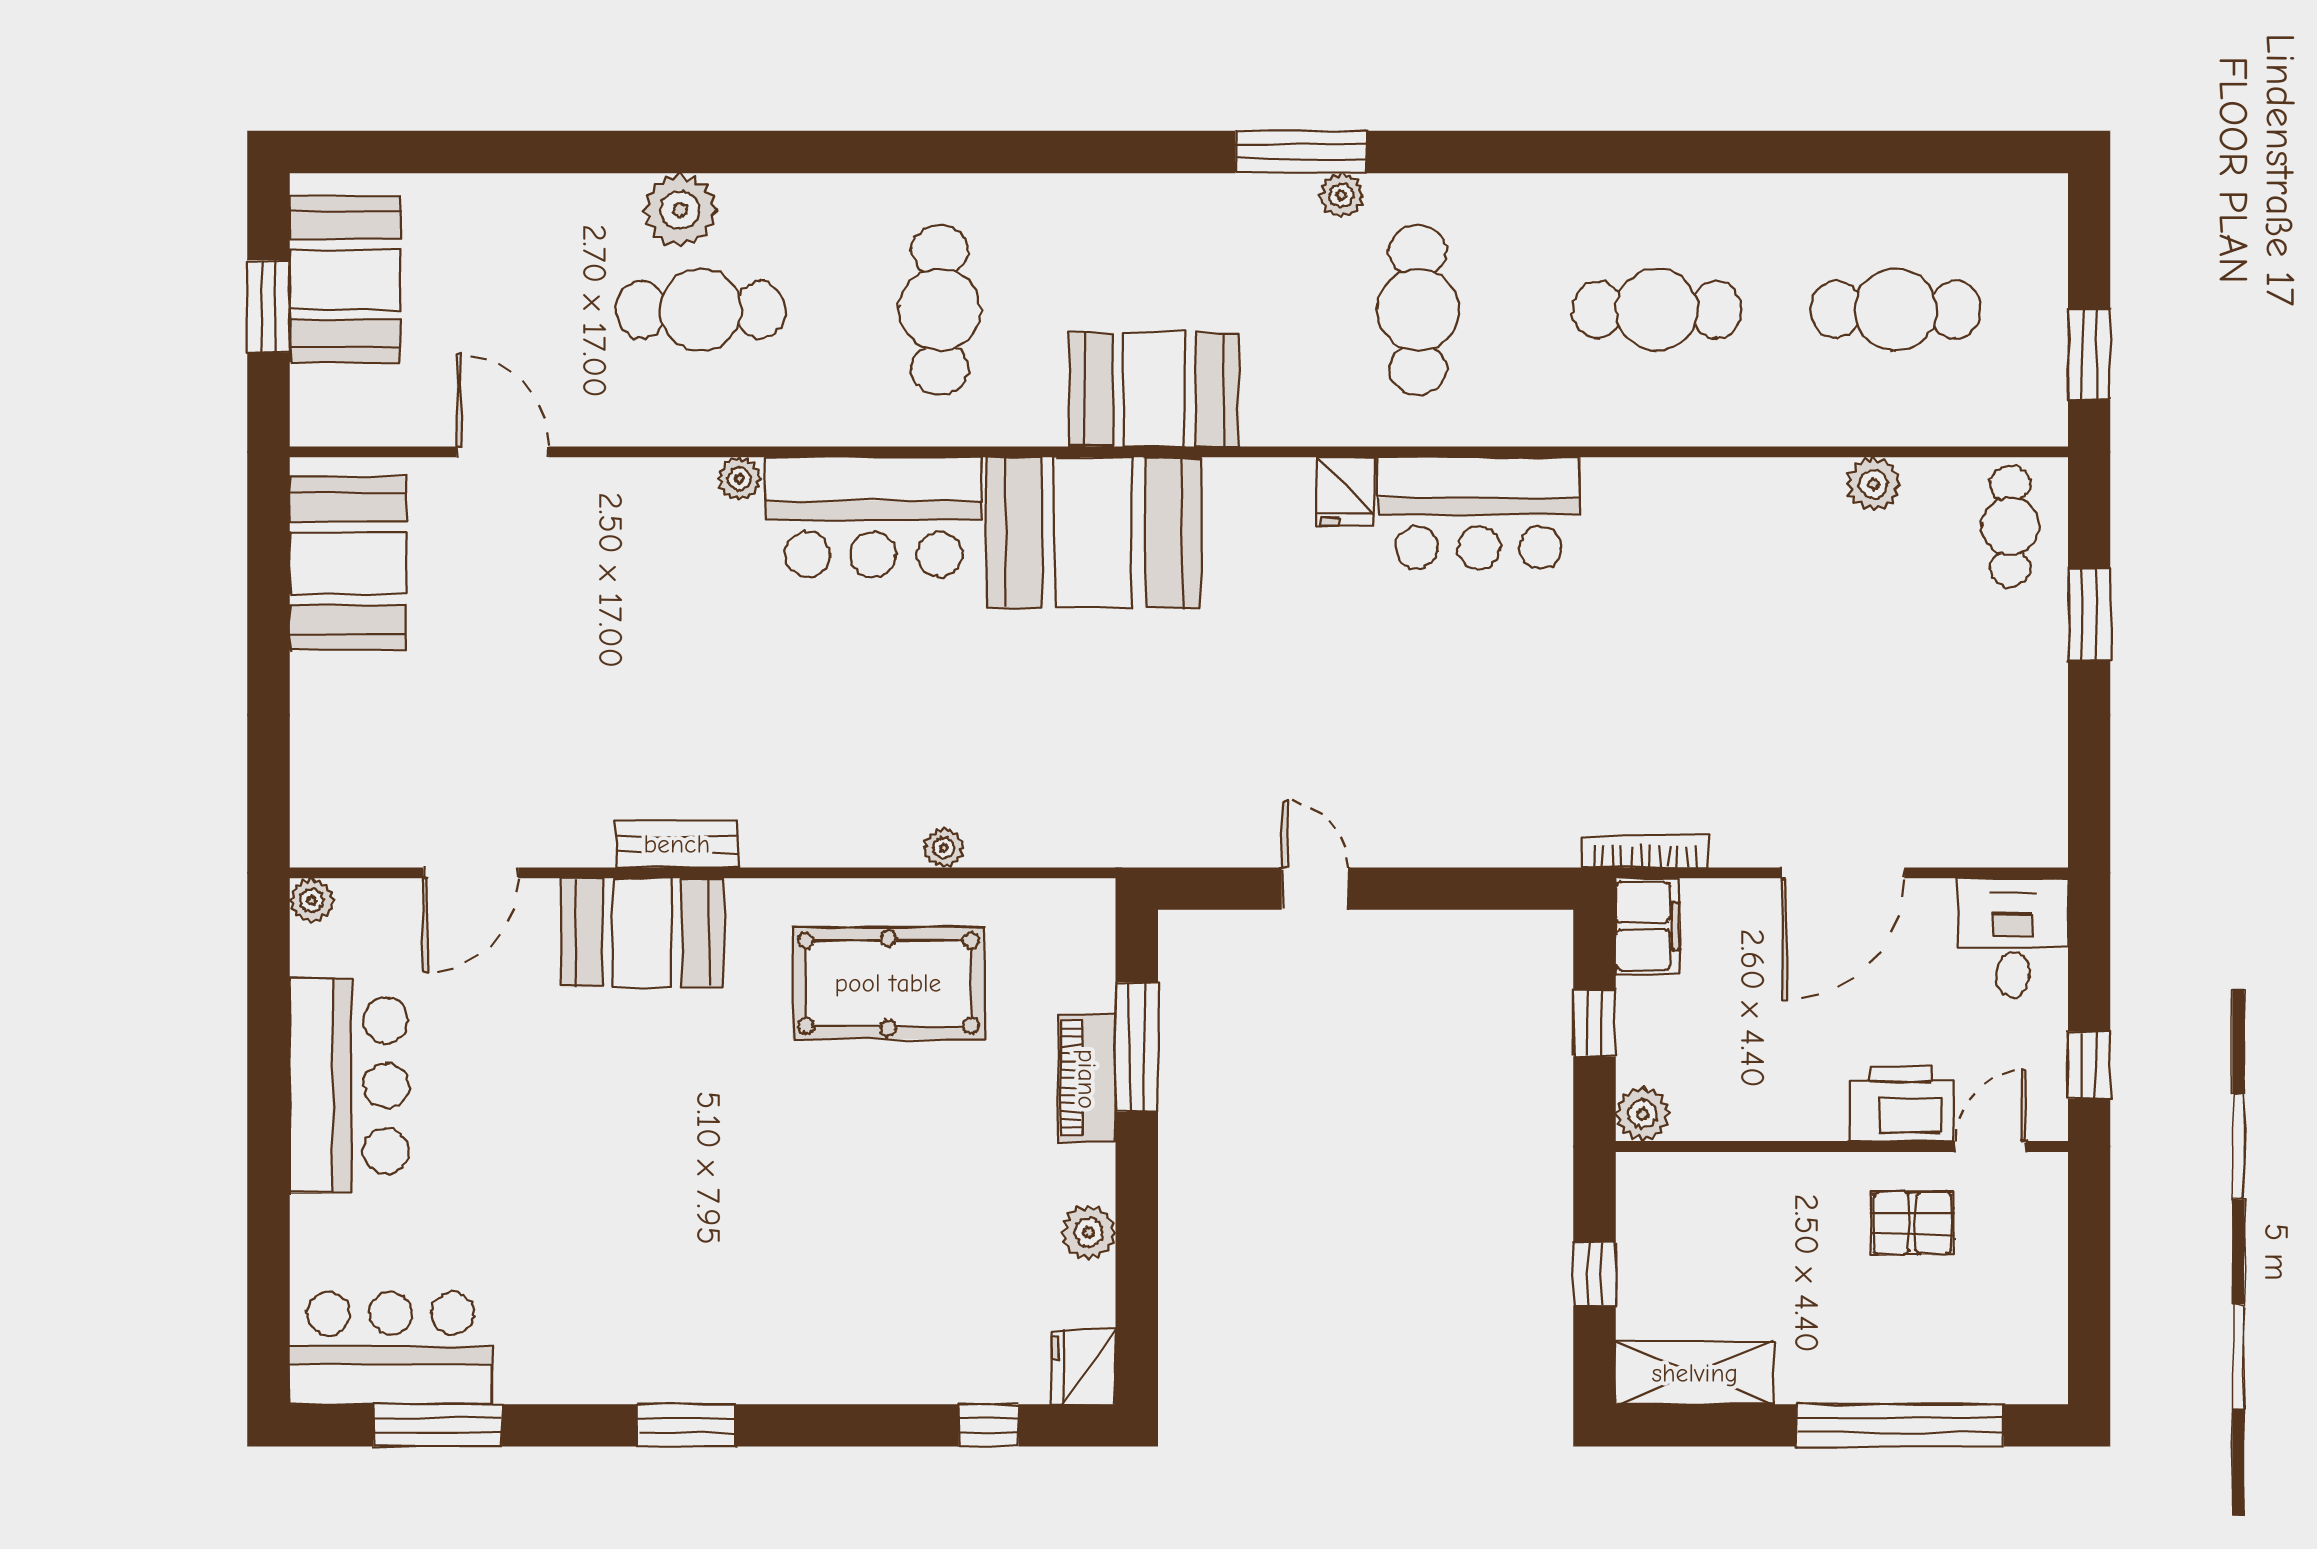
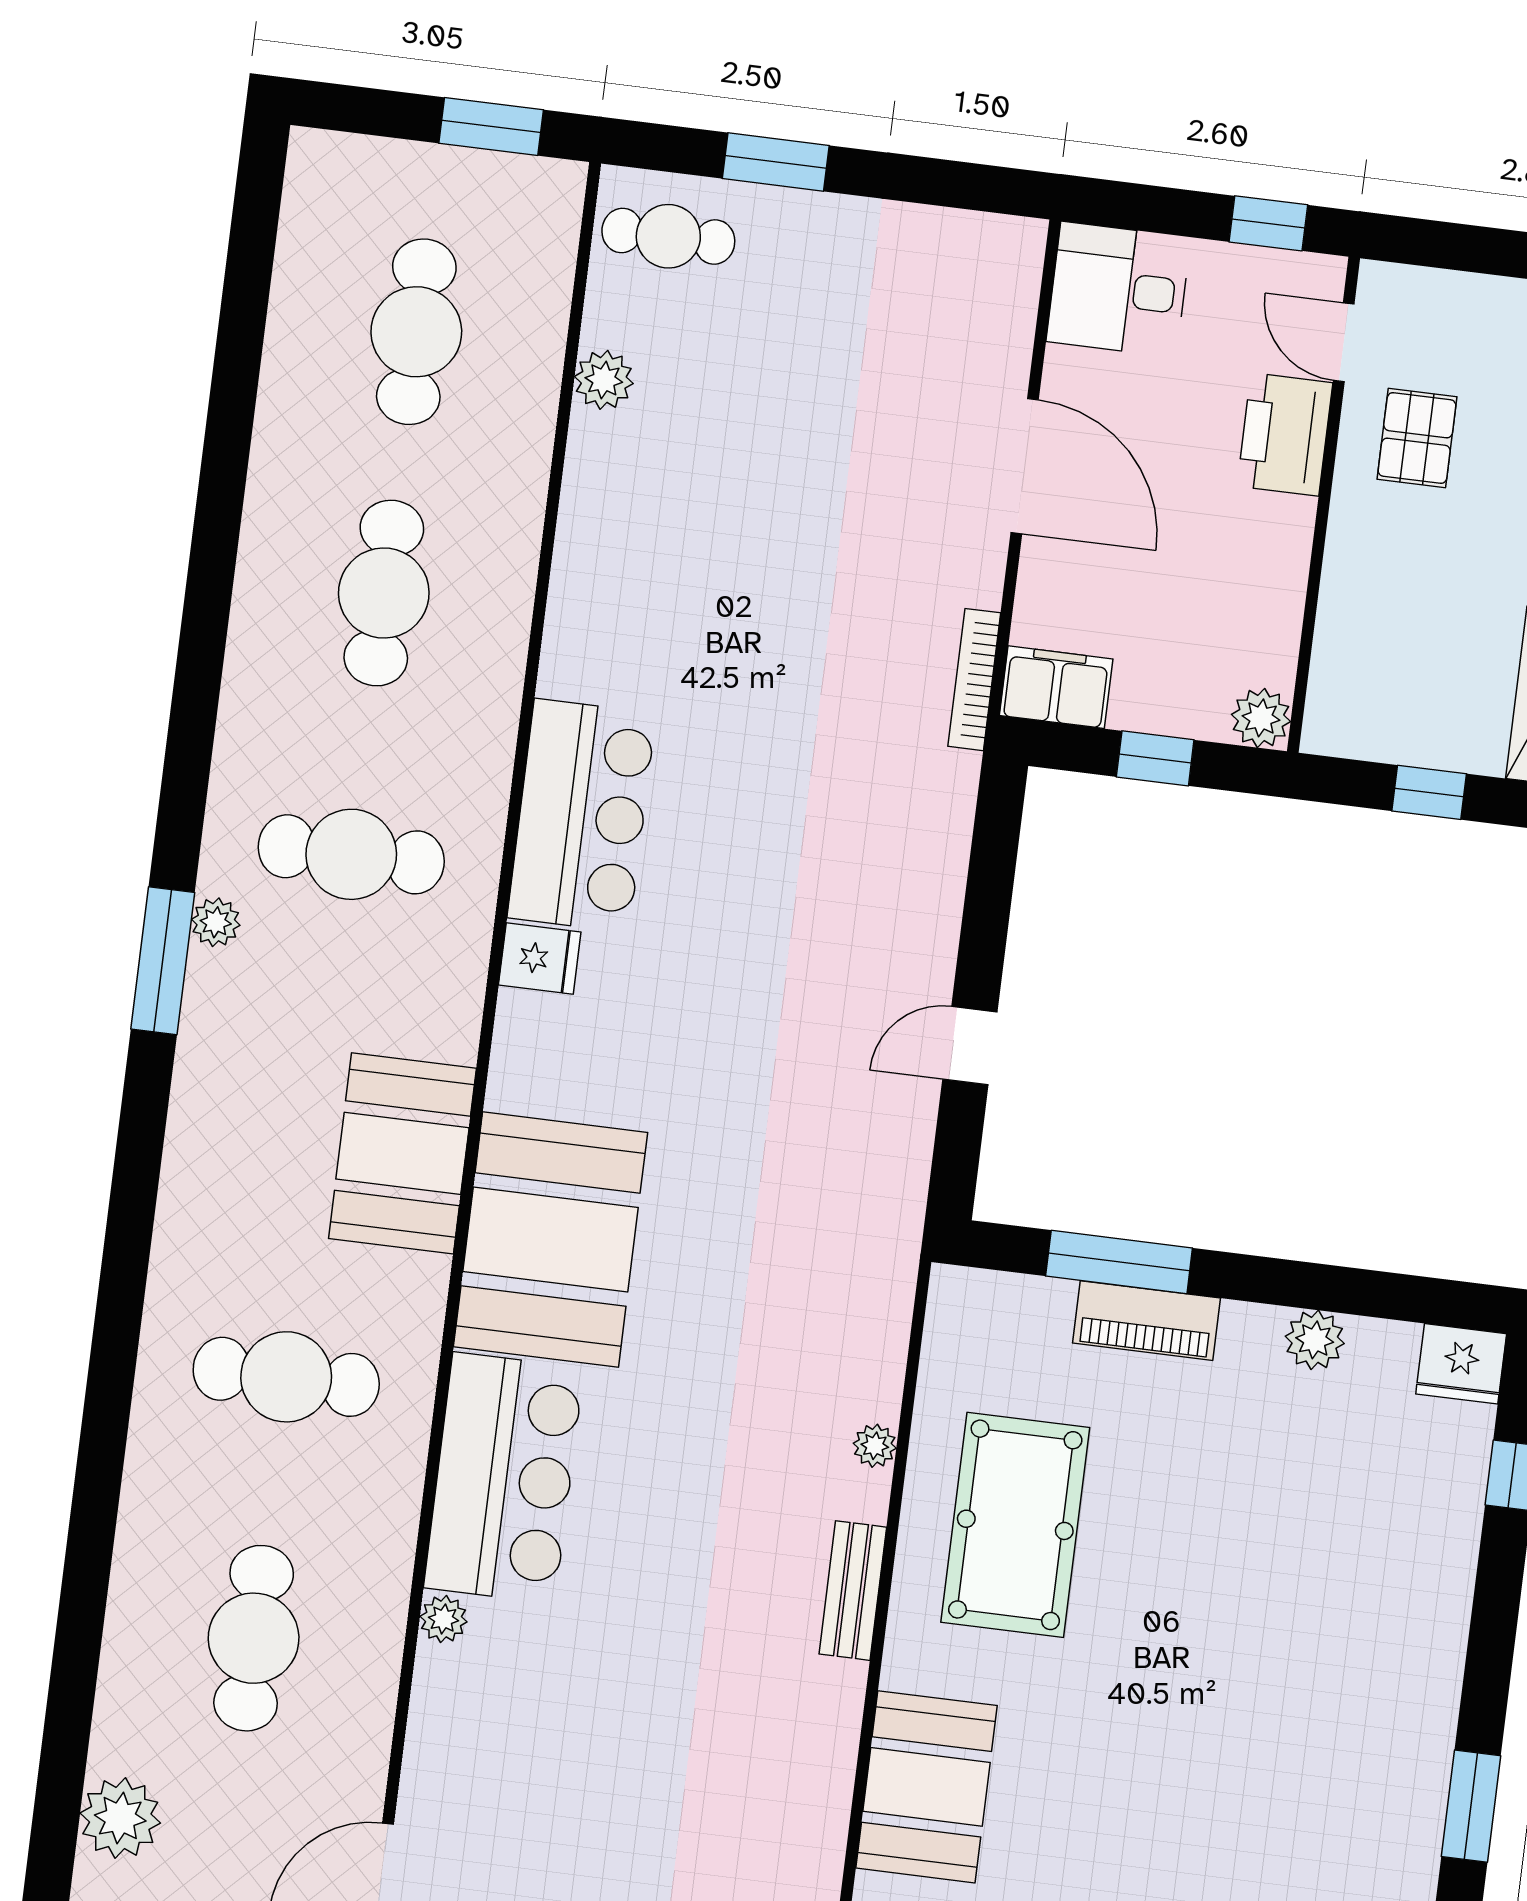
plant: (680, 210) -> (120, 1818), moved
bench: (677, 844) -> (853, 1591), moved

